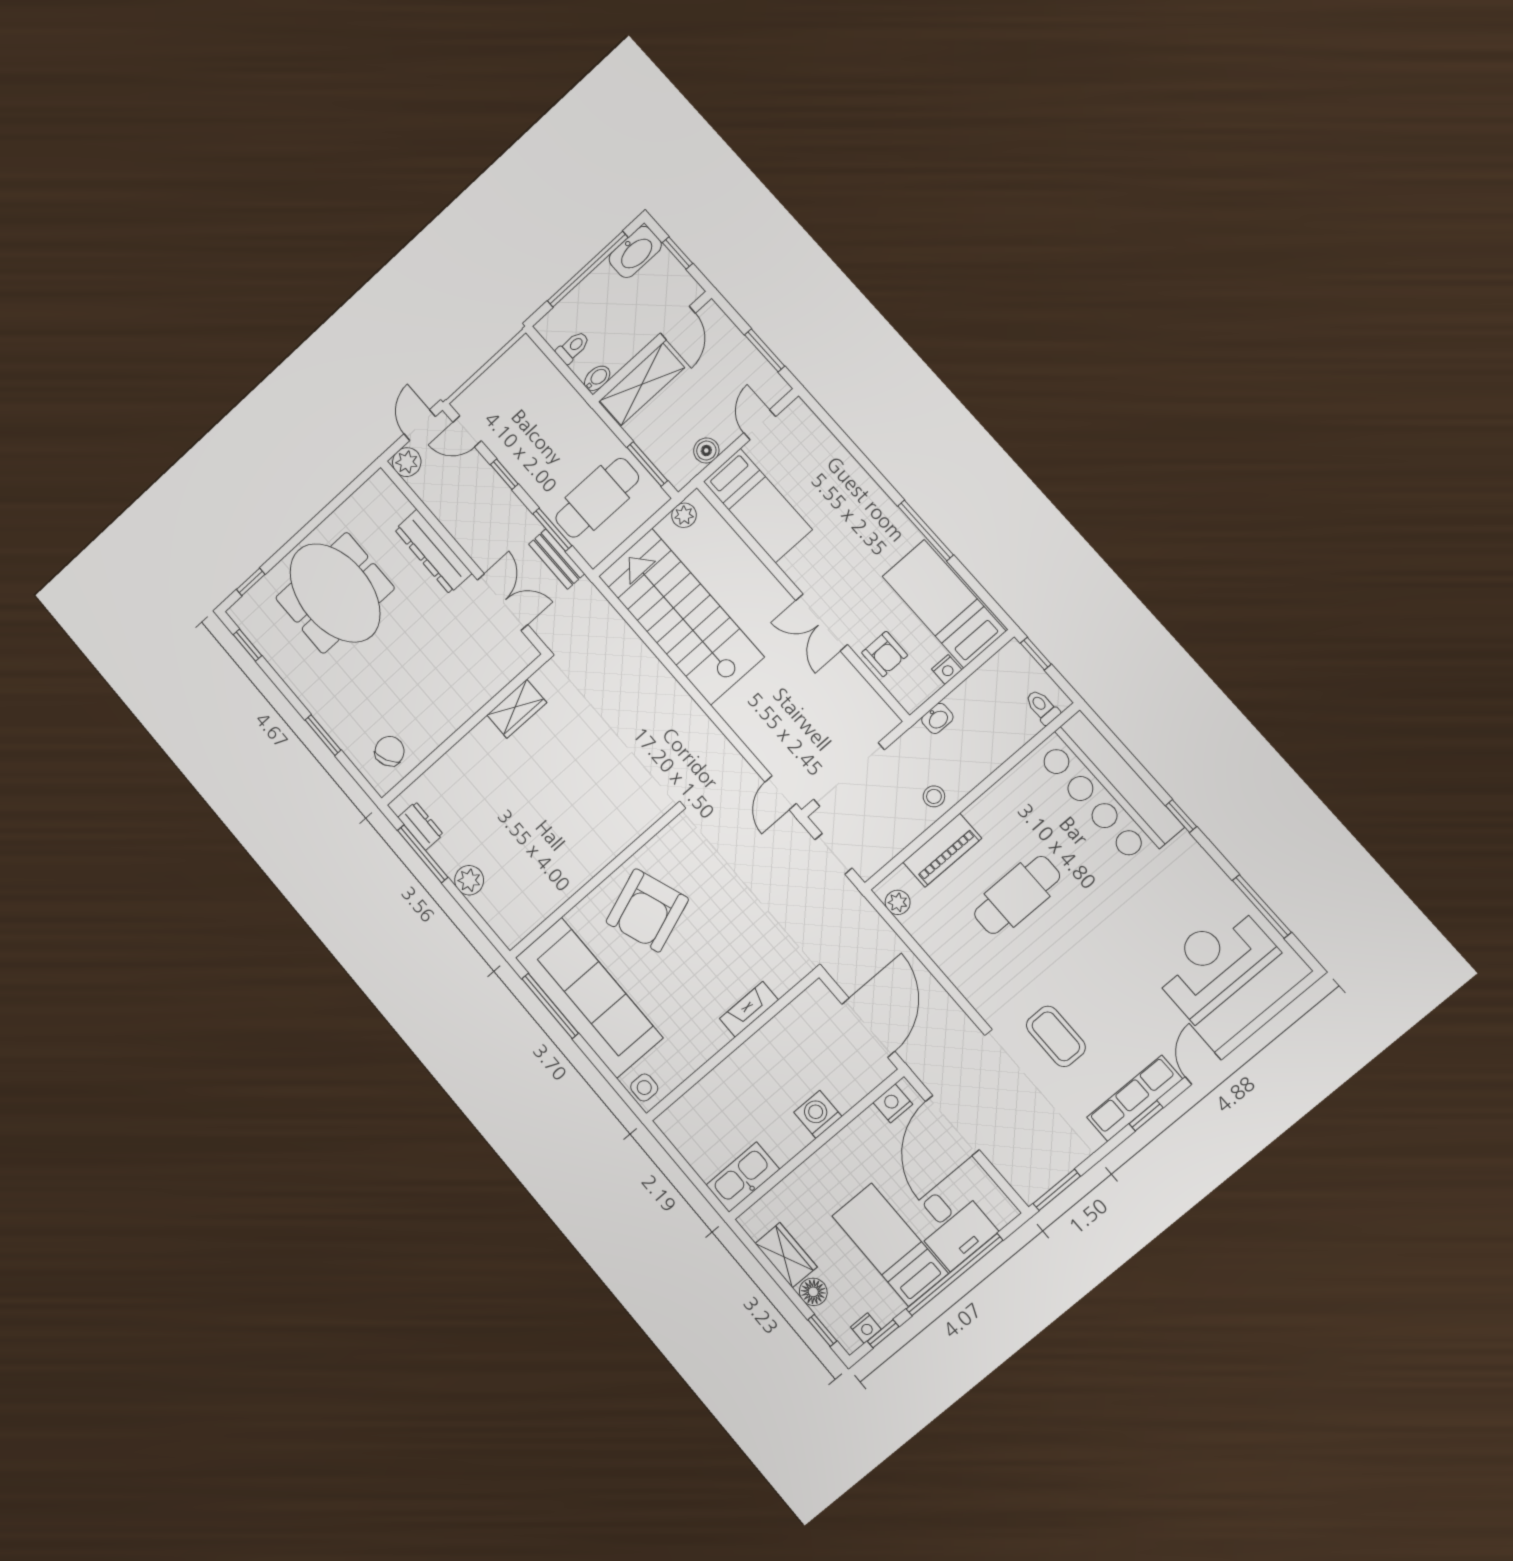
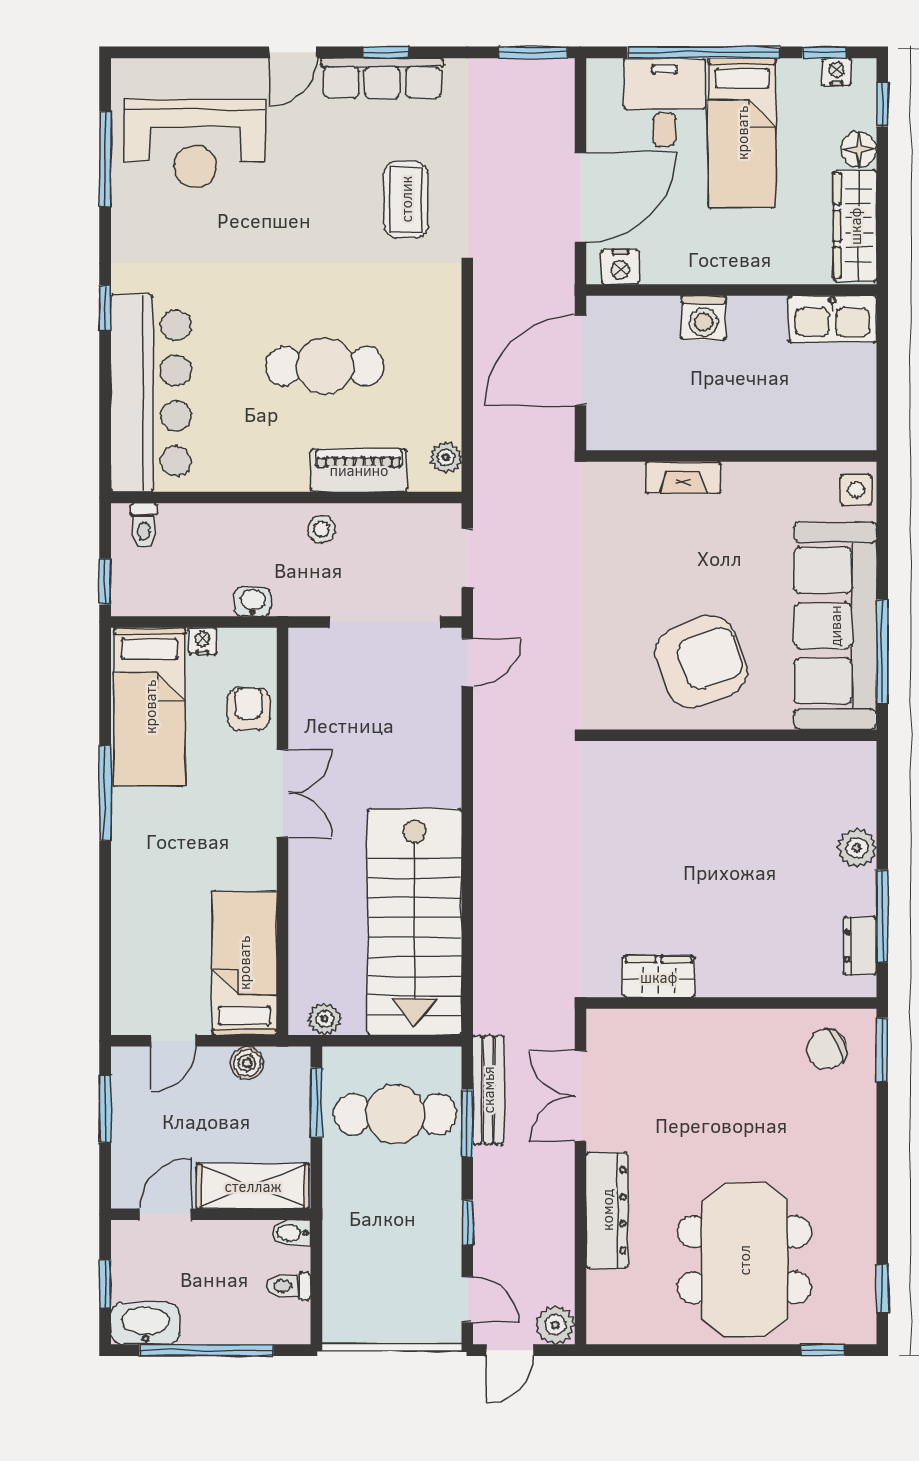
bench: (557, 559) -> (488, 1090), width x1.36
window: (323, 735) -> (882, 1050), moved
wardrobe: (786, 1255) -> (855, 226), width x1.50

